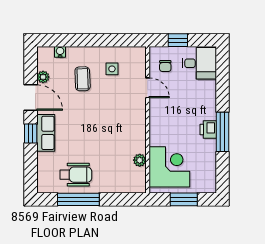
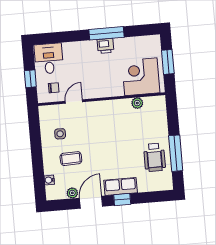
wheelchair: (76, 175) -> (154, 157), turned 180

